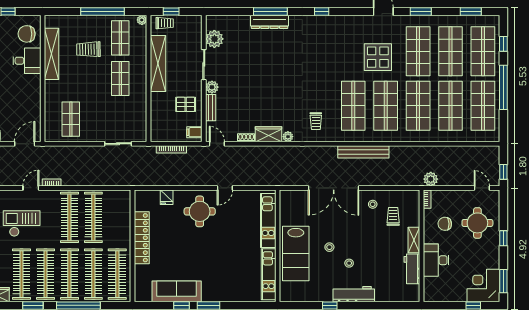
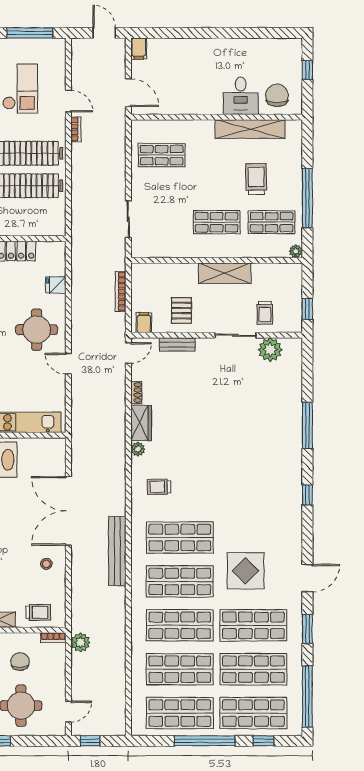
window: (171, 11) -> (307, 309), moved
window: (471, 11) -> (307, 697), width x2.11
dresser: (269, 22) -> (293, 424), removed
trolley: (165, 23) -> (265, 313), moved
shelving: (158, 64) -> (225, 273), width x0.68
plant: (212, 87) -> (205, 346), removed
trolley: (393, 216) -> (38, 612), moved

